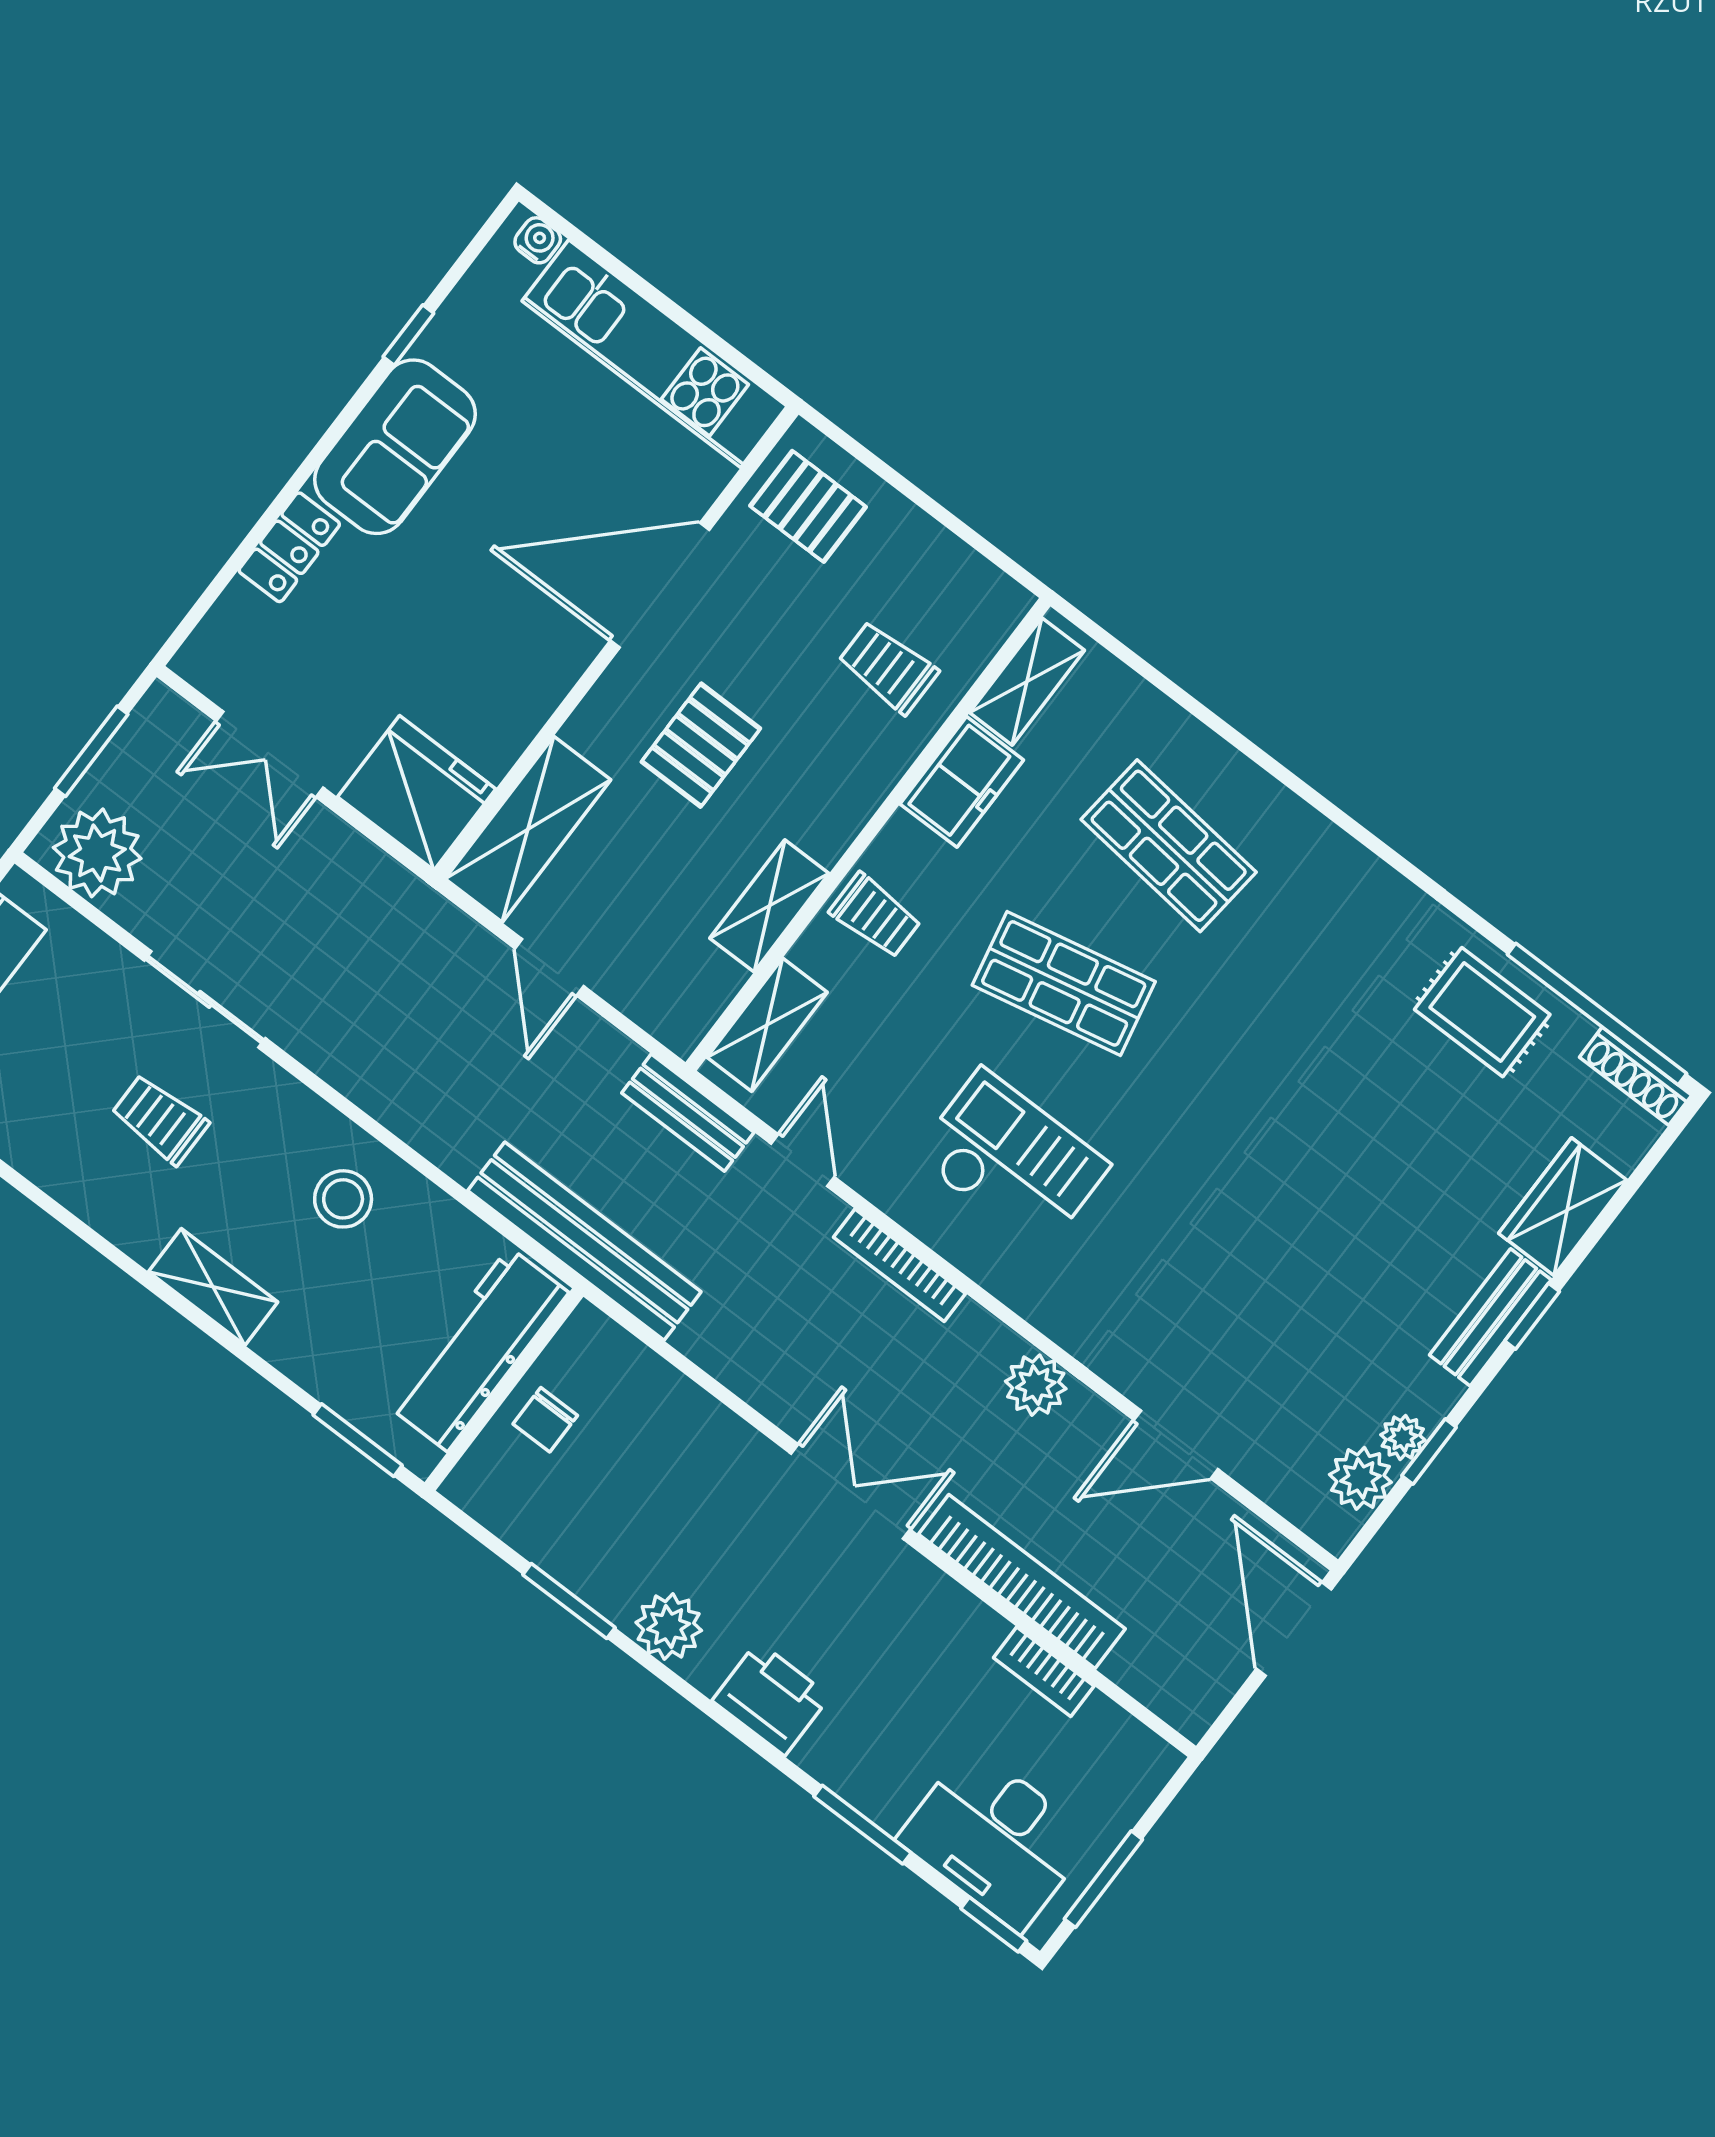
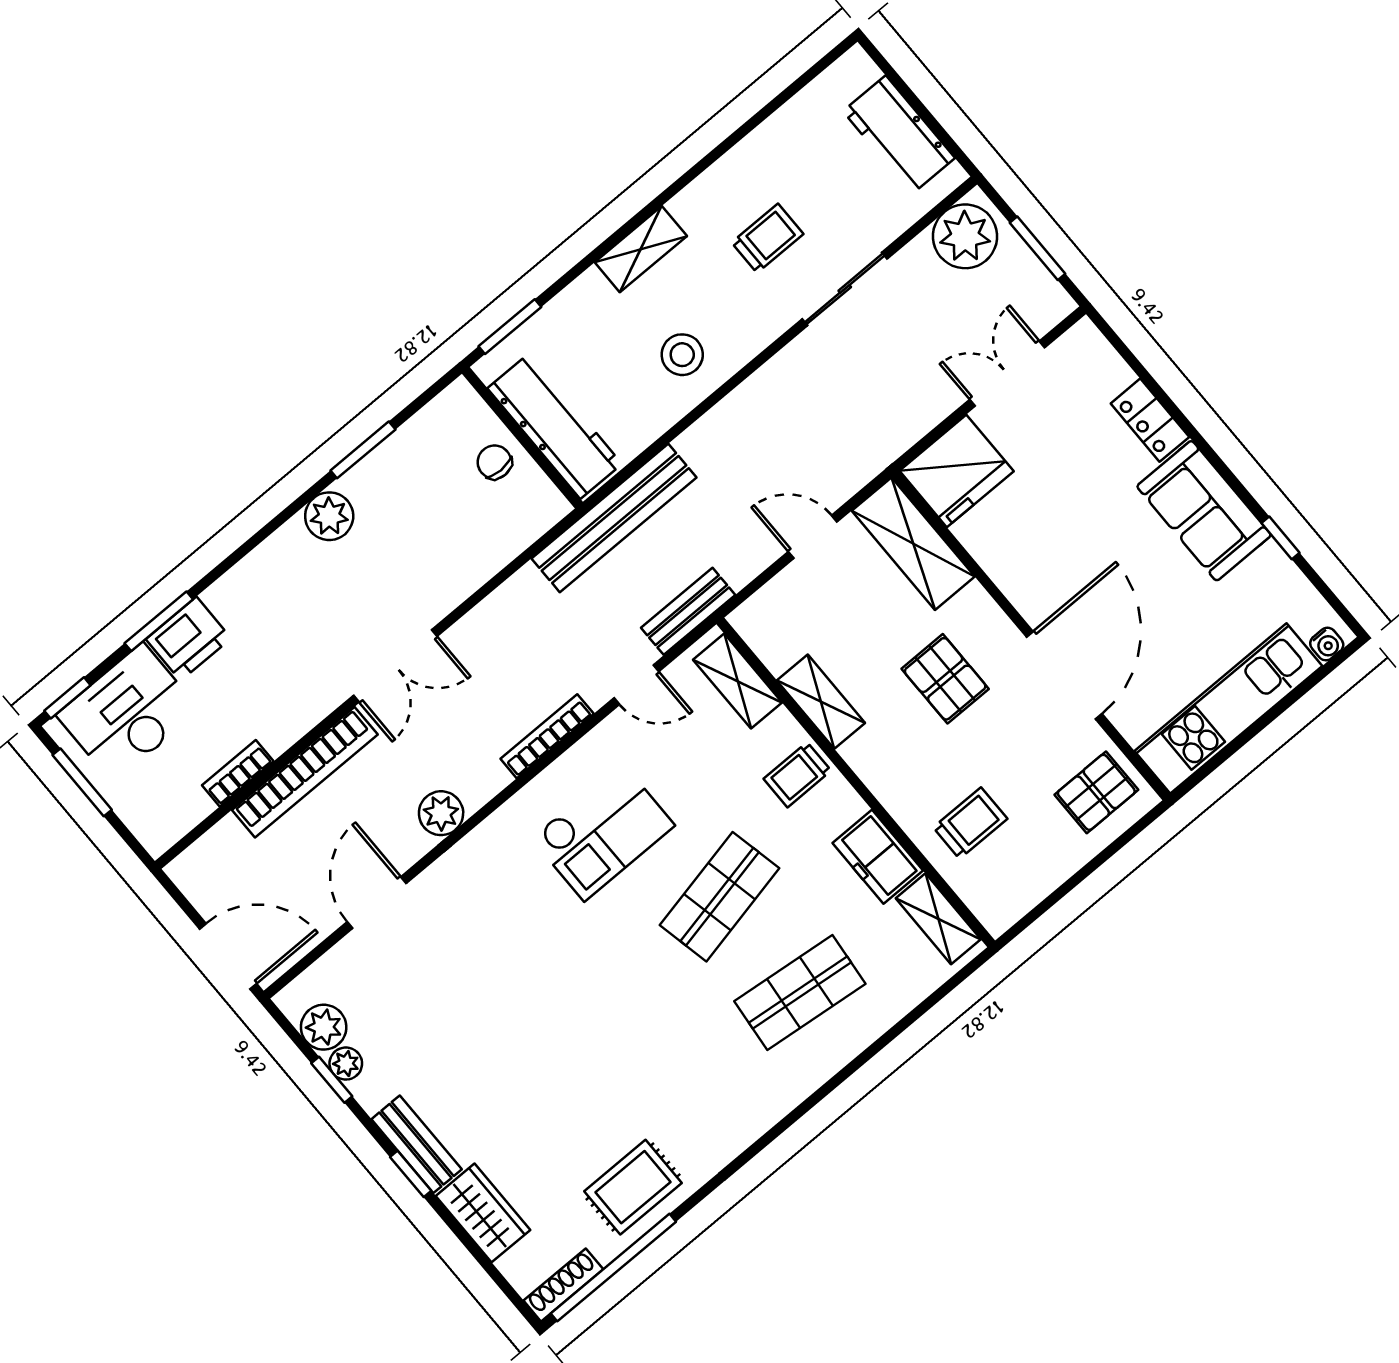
printer: (771, 1698) -> (188, 639), moved

